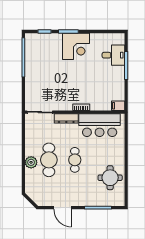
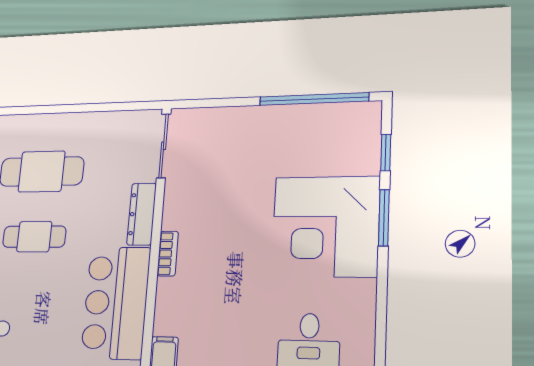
corner desk: (76, 46) -> (326, 226), width x1.36, depth x1.36
plant: (31, 162) -> (41, 128), removed

